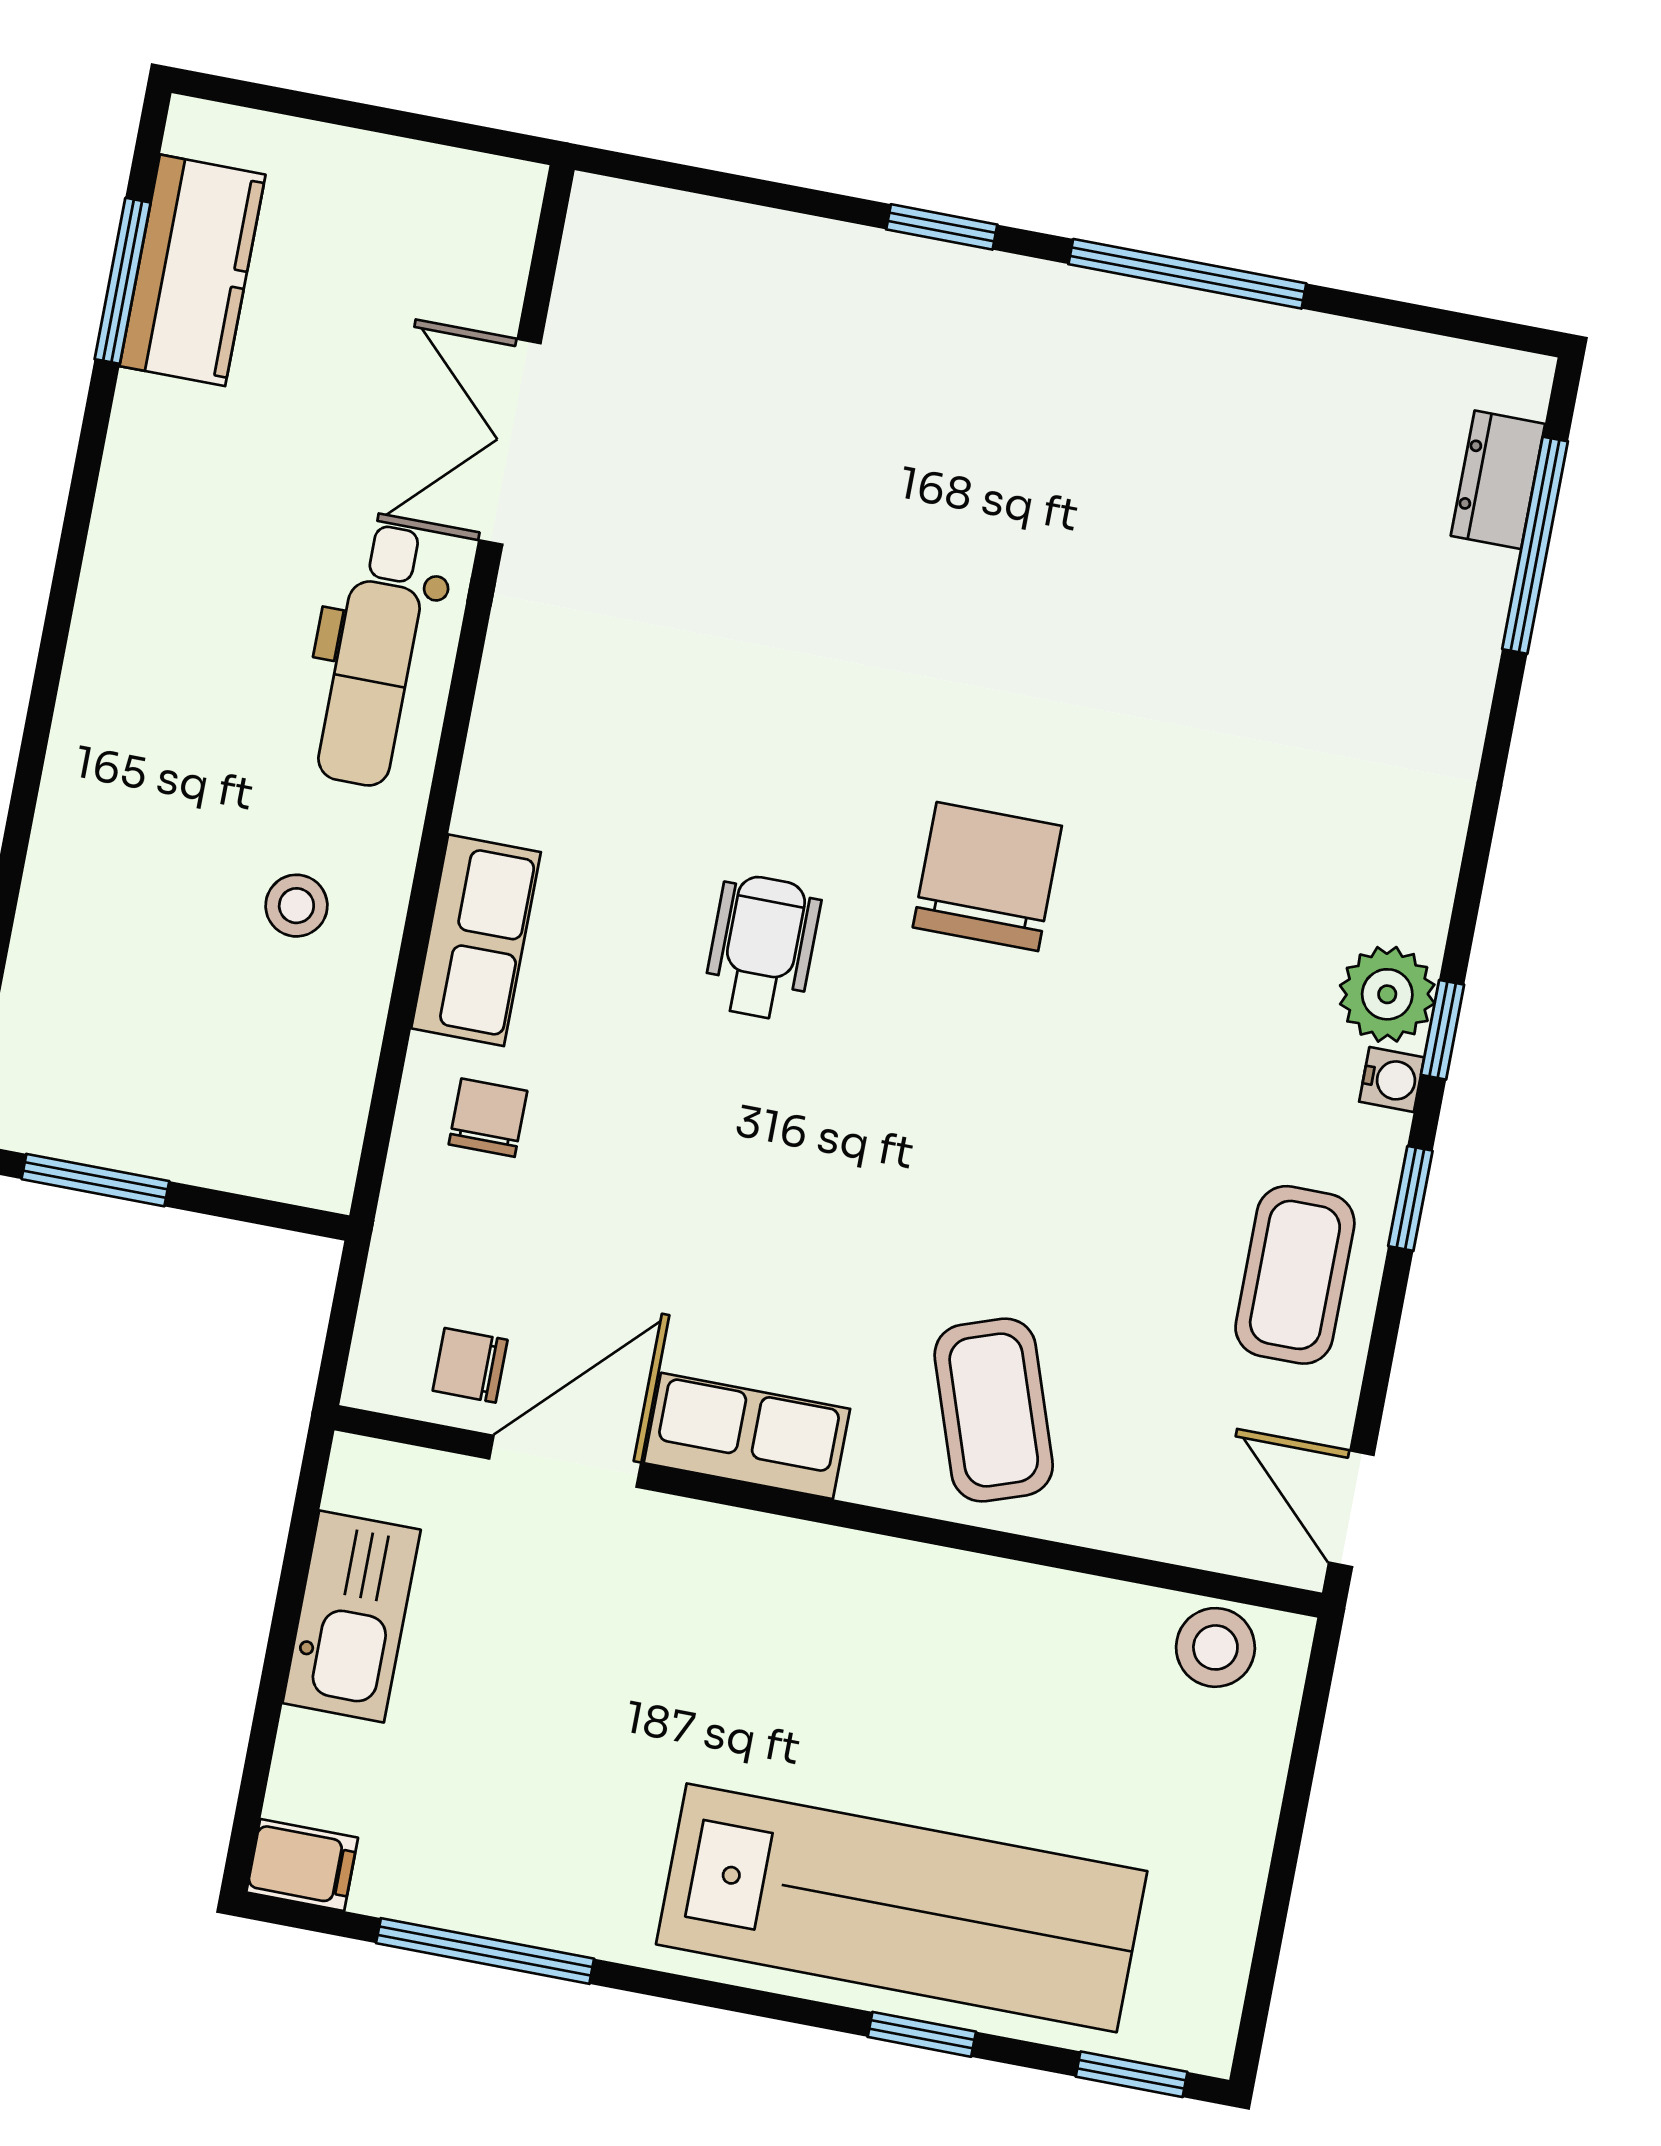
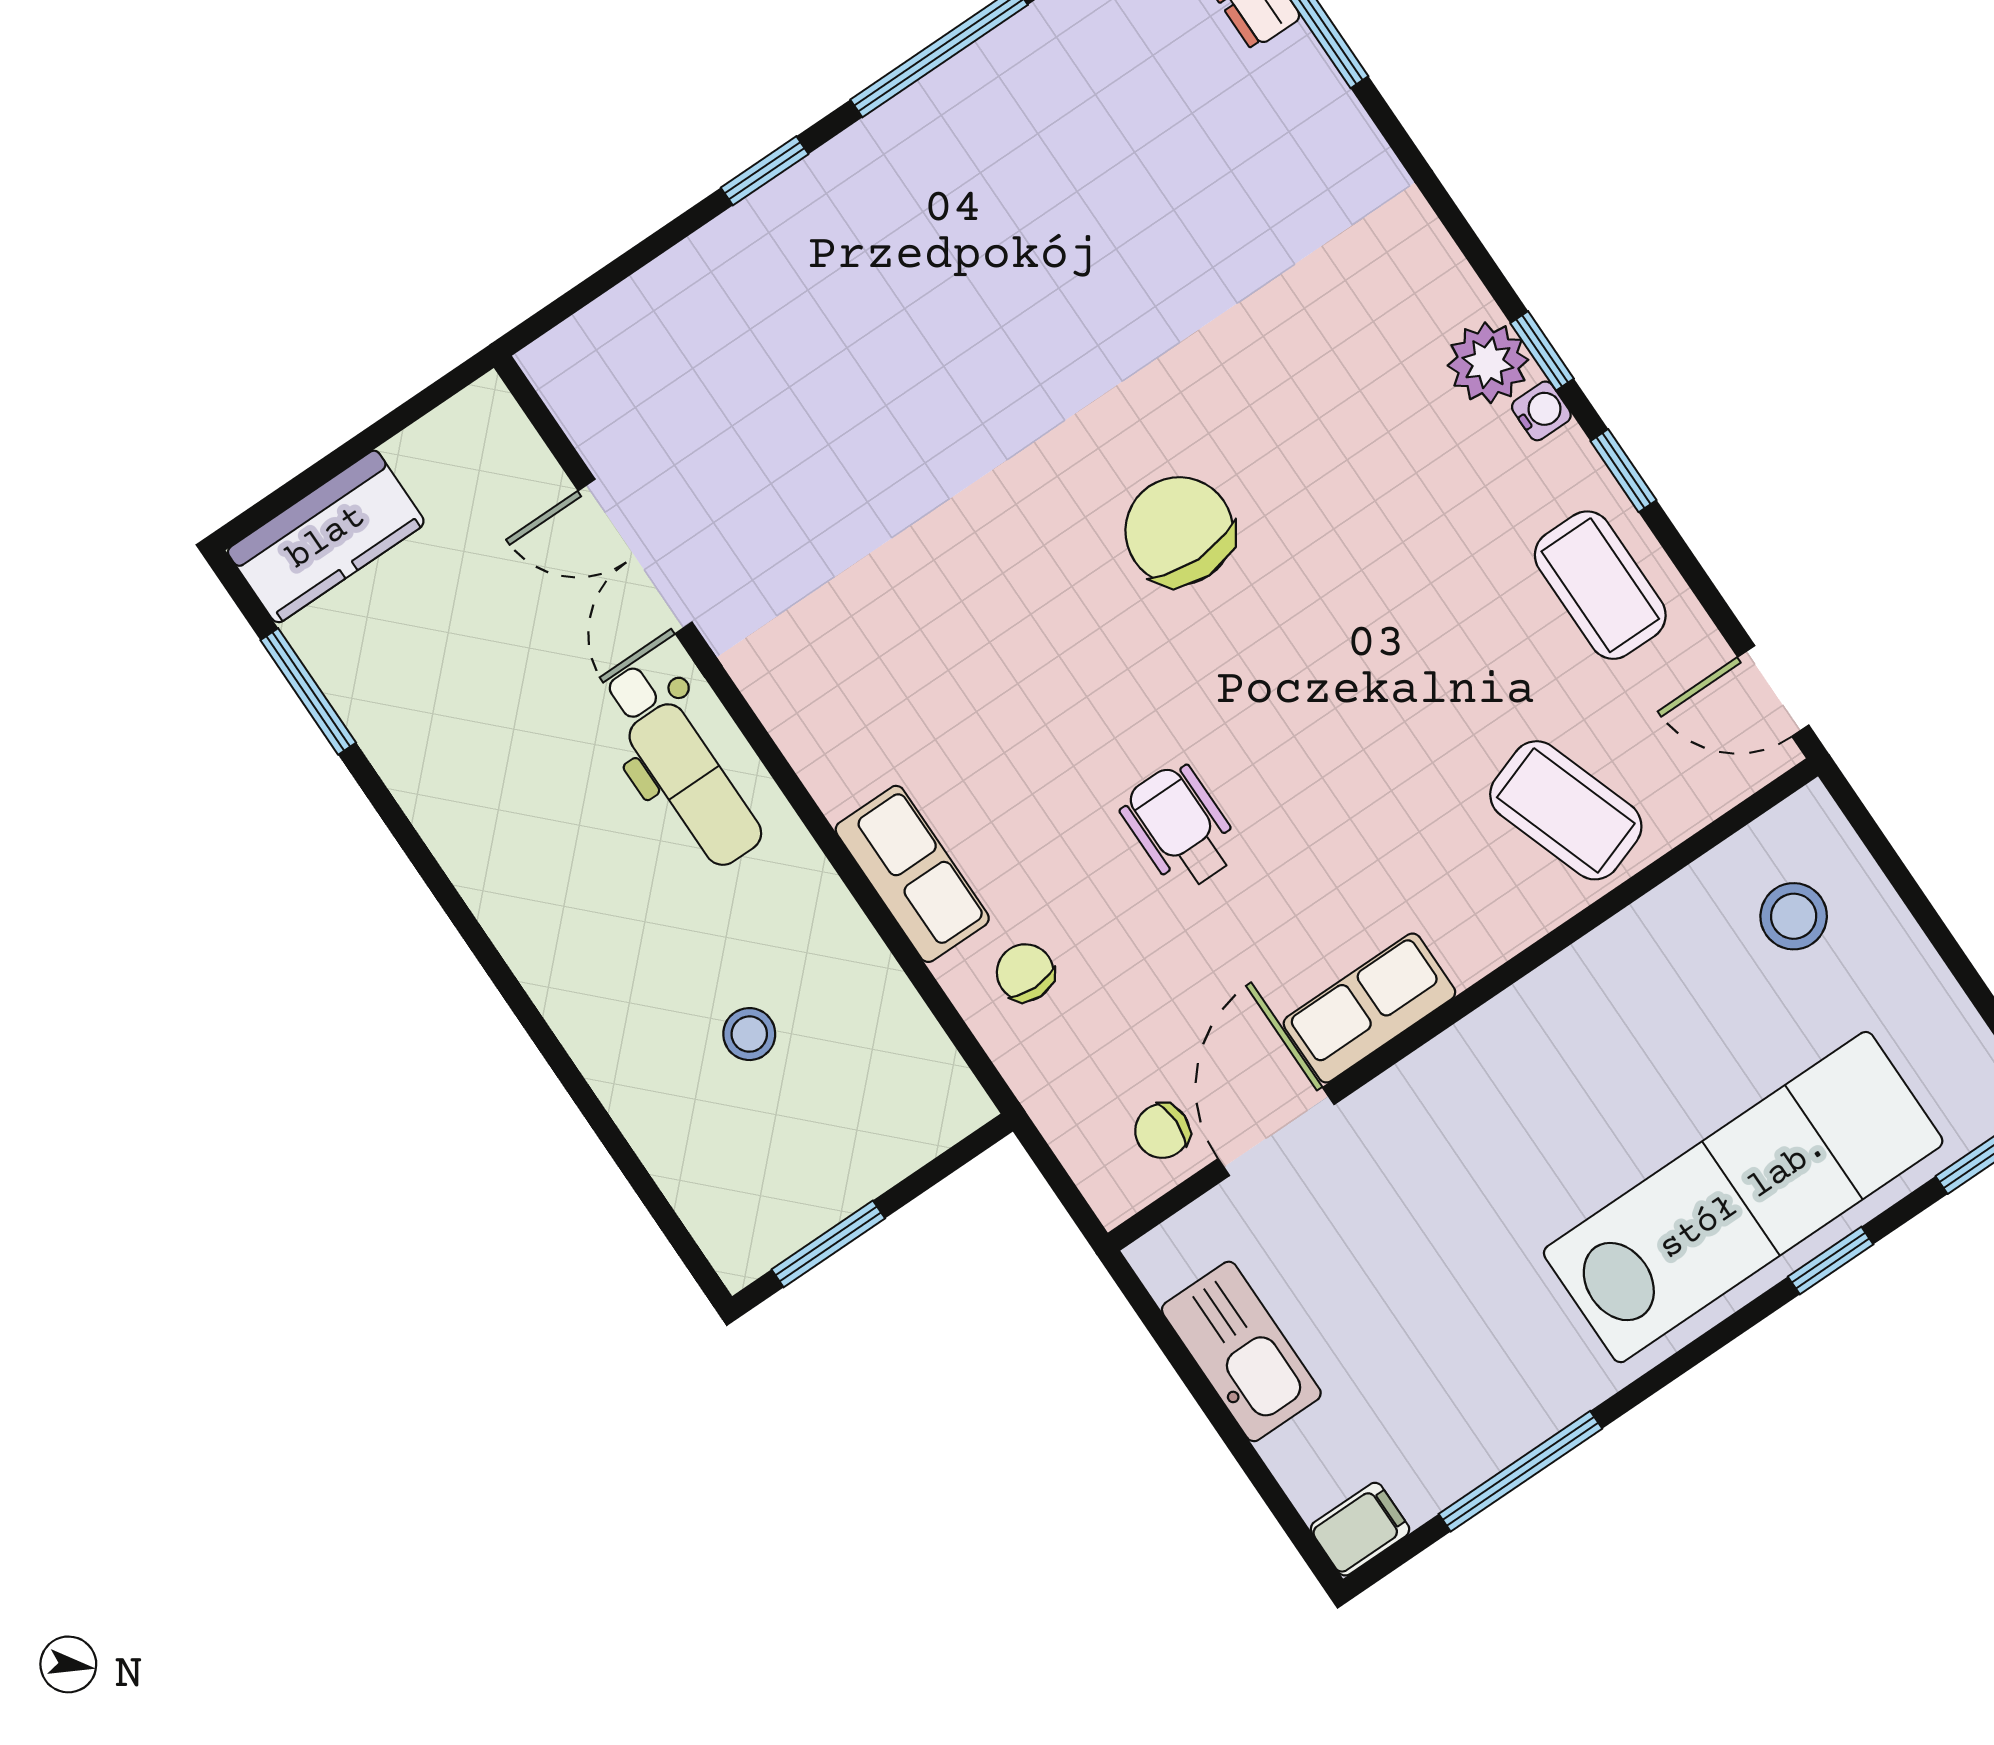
kitchen counter: (193, 270) -> (326, 537), moved, turned 90
stool: (296, 906) -> (749, 1034), moved
wheelchair: (762, 947) -> (1180, 827), moved
coffee table: (994, 1410) -> (1566, 810), moved
stool: (1215, 1647) -> (1794, 916), moved

